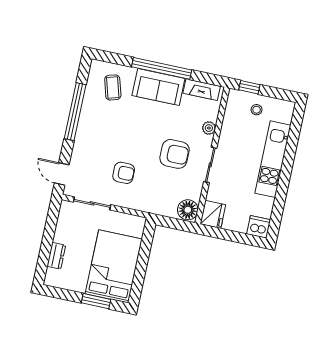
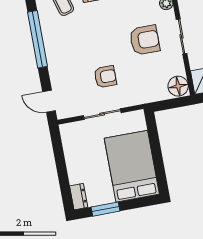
sliding door: (92, 203) -> (102, 114), moved
dresser: (56, 256) -> (79, 197), moved
window: (96, 301) -> (106, 209), moved

